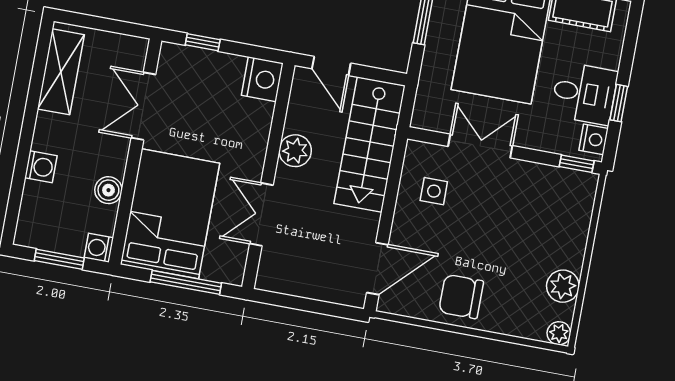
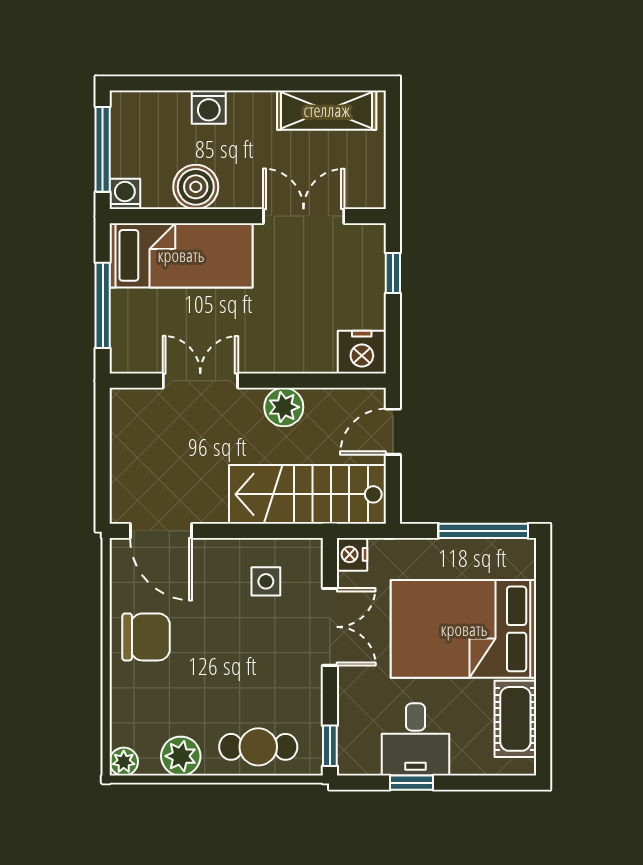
nightstand: (594, 139) -> (352, 554), moved, turned 90
boiler: (108, 190) -> (196, 187), width x1.36, depth x1.36
bed: (170, 214) -> (181, 255), width x0.67
cafe table: (567, 222) -> (258, 747), added
window: (59, 259) -> (103, 149), width x1.44
chair: (461, 297) -> (146, 637), turned 90

